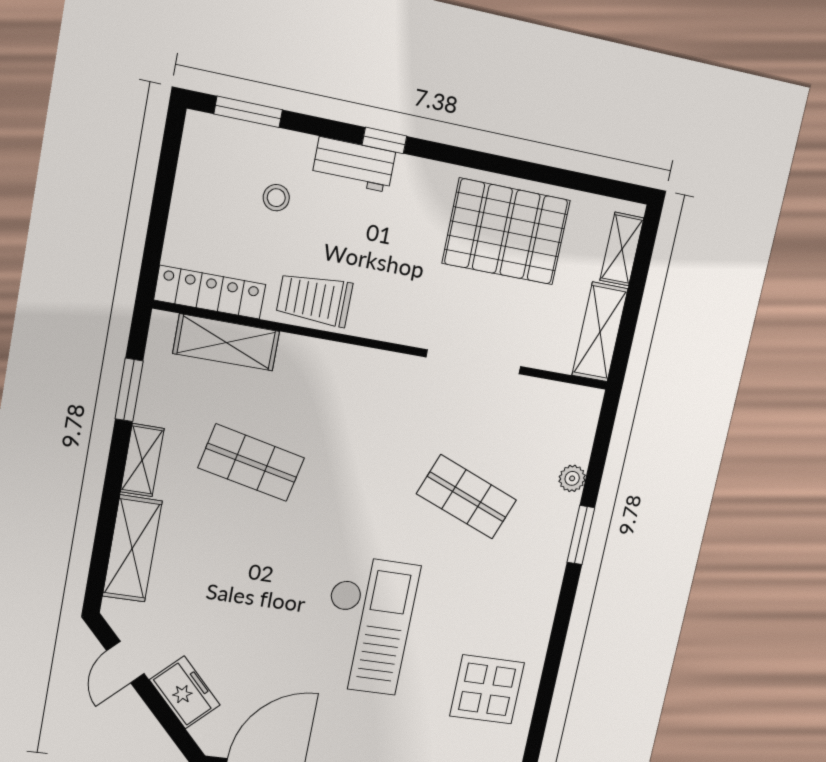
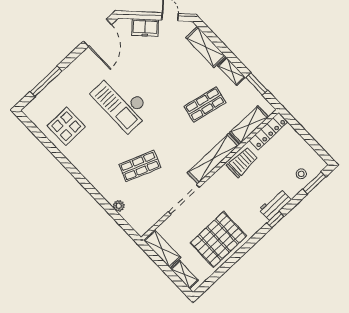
stool: (276, 198) -> (301, 174), moved
shelving: (350, 364) -> (213, 159), added
window: (581, 535) -> (96, 195), removed

